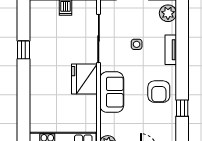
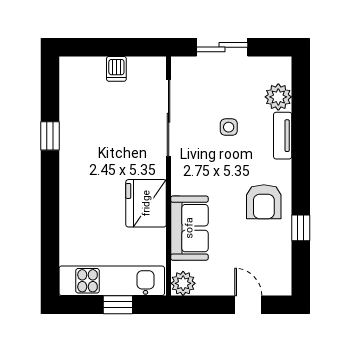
plant: (168, 13) -> (278, 97), moved
fridge: (84, 79) -> (146, 203), moved
sofa: (112, 92) -> (189, 228), moved

